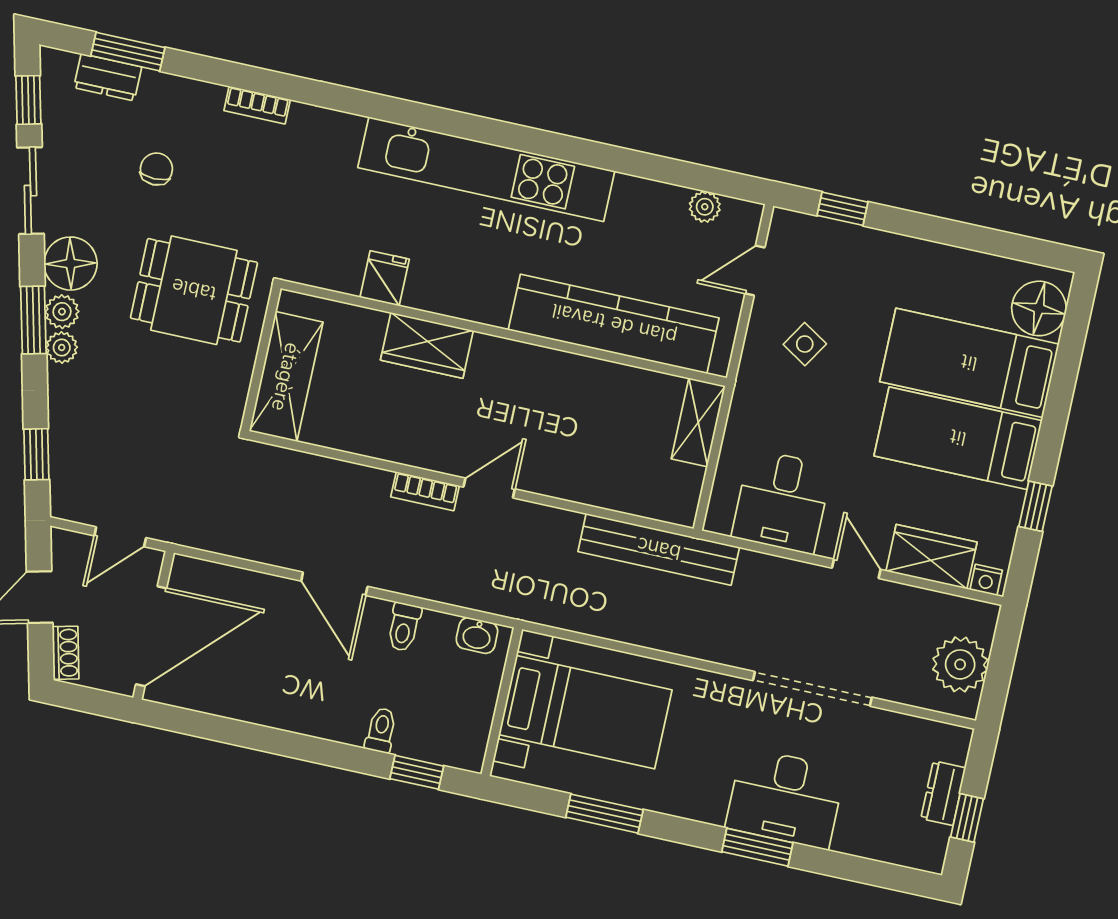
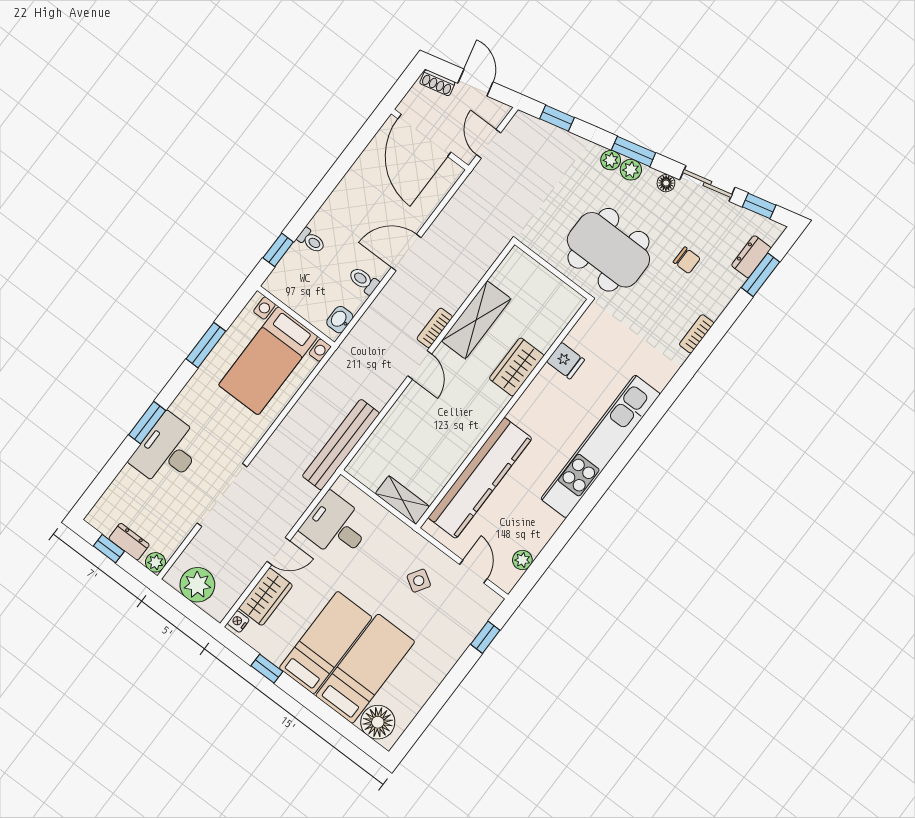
floor lamp: (71, 264) -> (666, 183), width x0.53, depth x0.53
dining table: (194, 290) -> (608, 250), width x1.38
shelving: (286, 377) -> (476, 320), moved, turned 90
plant: (956, 741) -> (155, 562), added

